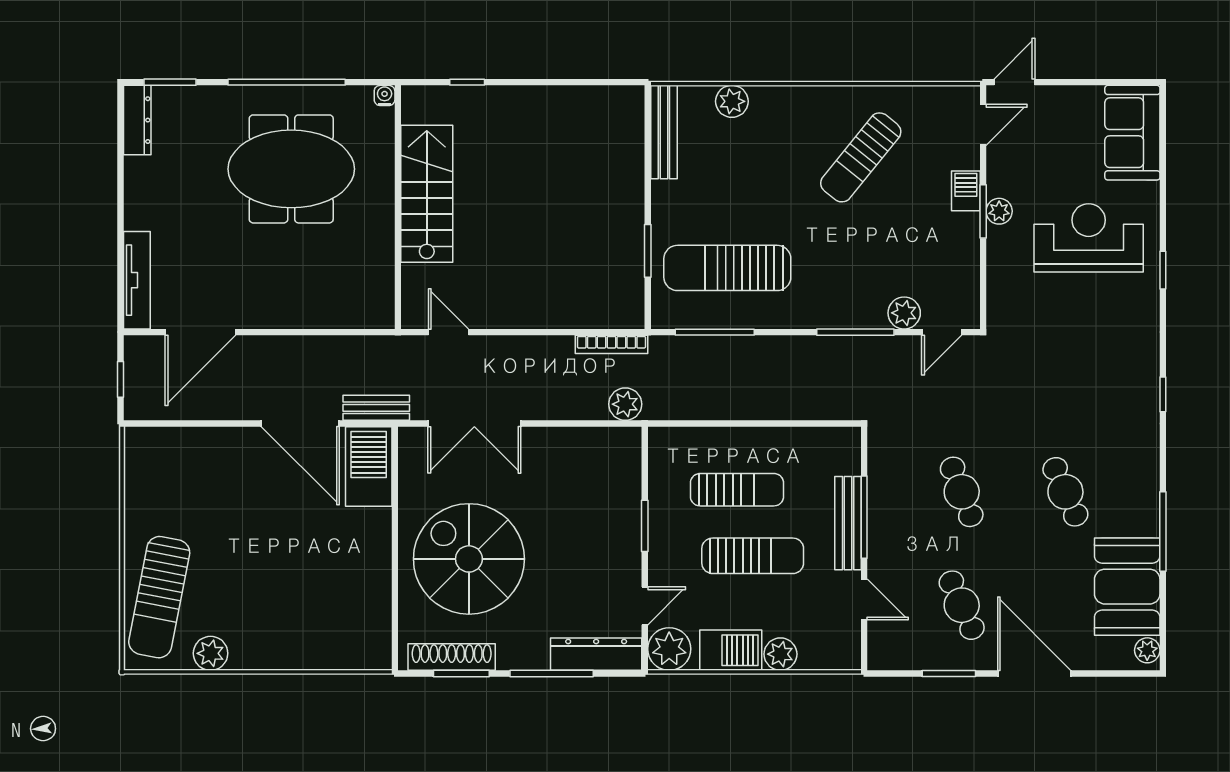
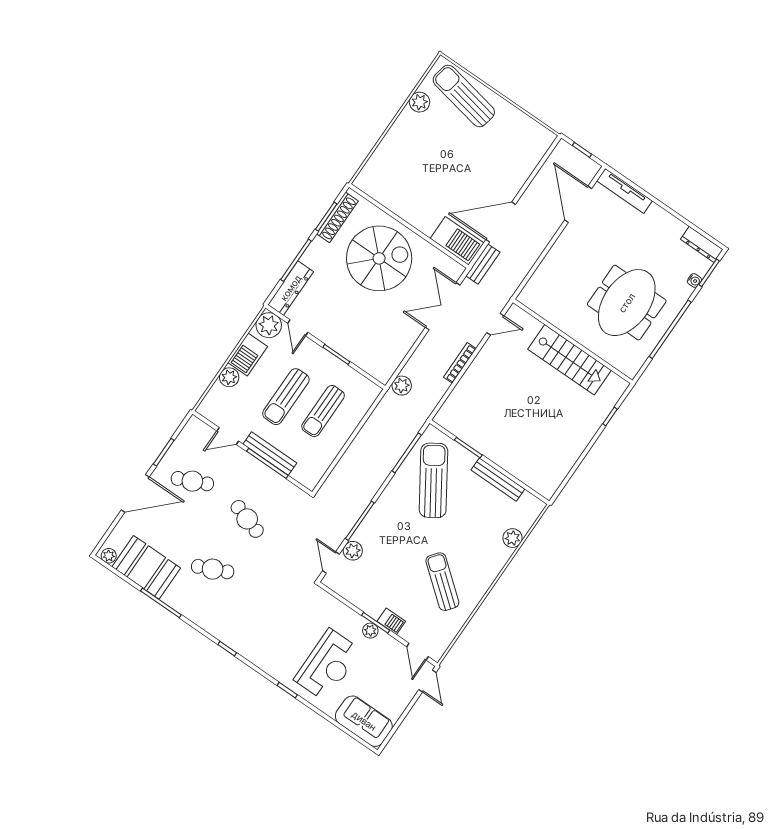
water cooler: (385, 95) -> (694, 280), moved
bench: (664, 132) -> (498, 479), moved
sun lounger: (727, 268) -> (433, 480), turned -33
bookcase: (611, 344) -> (460, 363), moved
cafe table: (962, 492) -> (247, 519), turned 39

